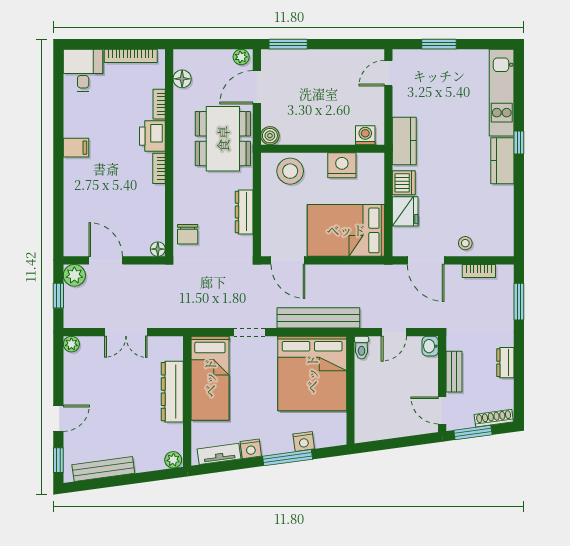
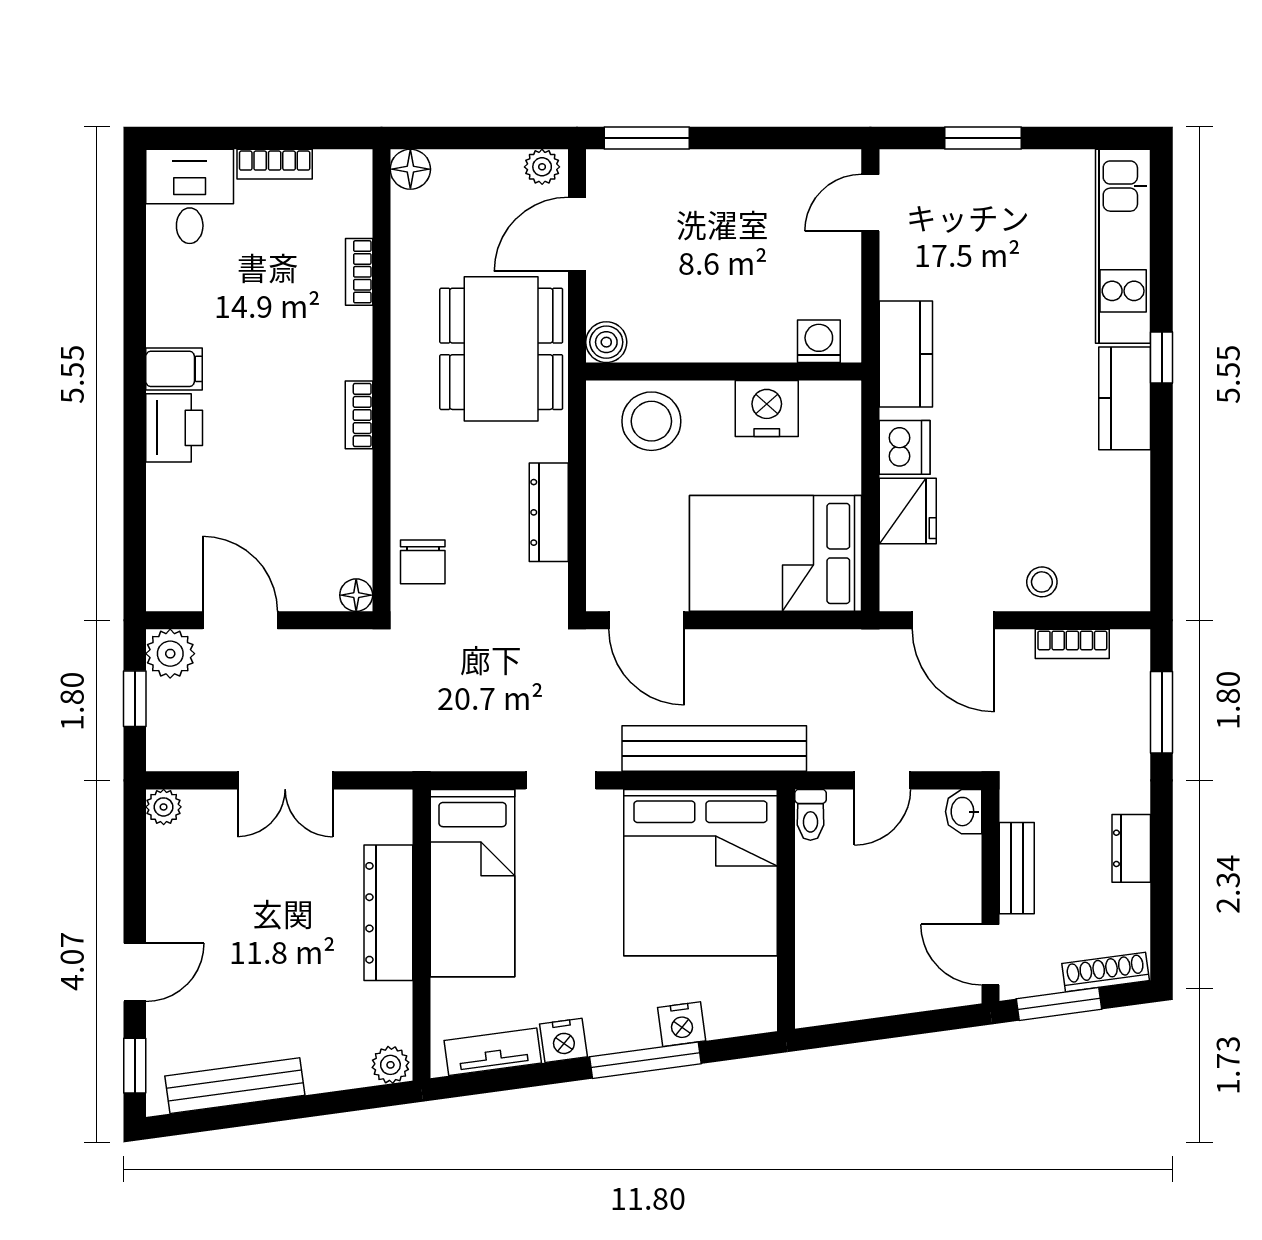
bookcase: (131, 56) -> (275, 164), width x0.64
floor lamp: (182, 79) -> (410, 169), moved
printer: (152, 136) -> (174, 428), moved, turned 180

